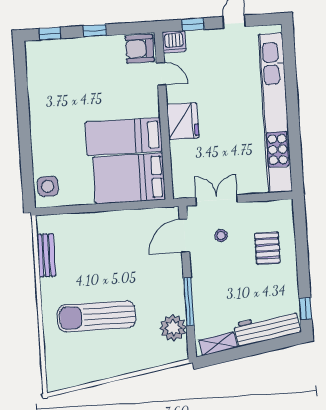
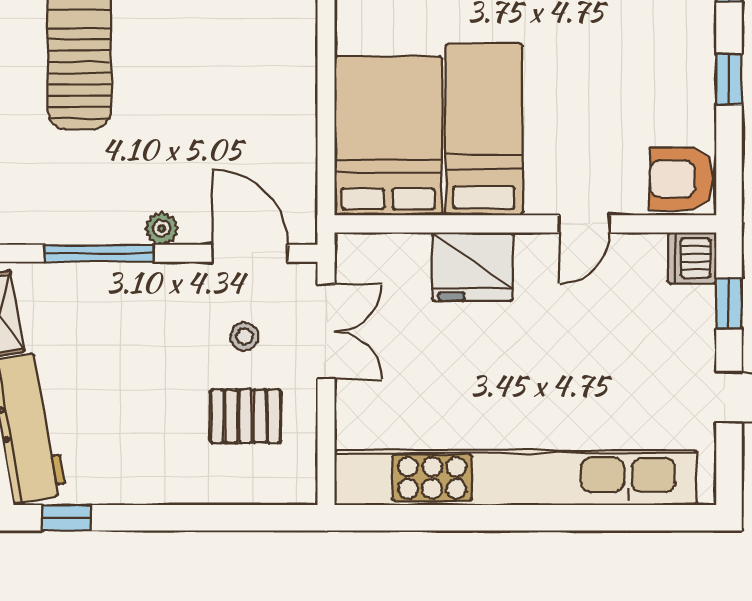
armchair: (140, 49) -> (681, 179), turned -90
door: (161, 74) -> (585, 224), moved
fridge: (183, 121) -> (473, 267), moved
pallet: (267, 248) -> (246, 416), moved
plant: (173, 328) -> (162, 228), moved, width x0.53, depth x0.53

